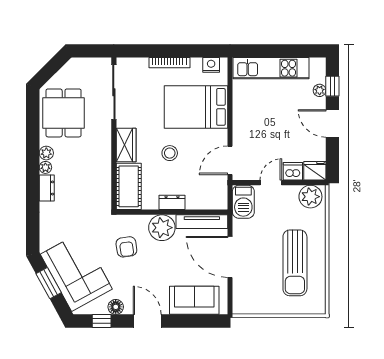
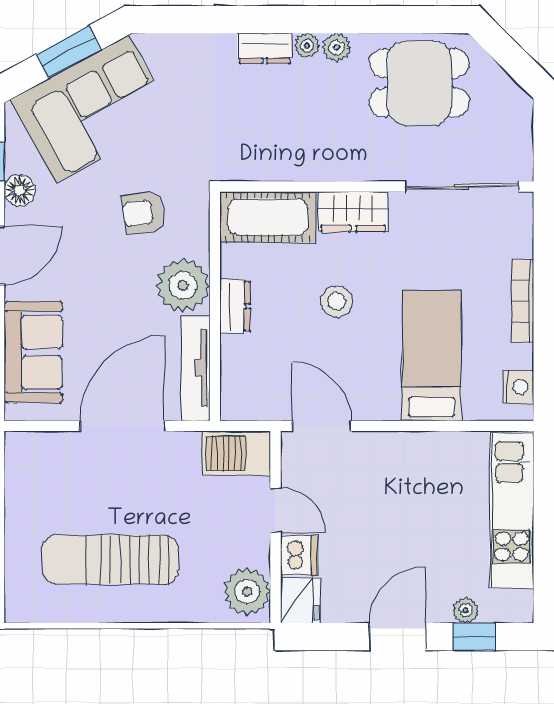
bed: (196, 107) -> (432, 356), width x0.67

